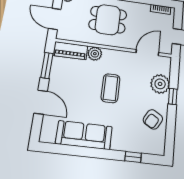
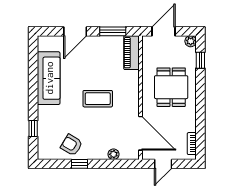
door: (147, 53) -> (140, 133), width x1.36
plant: (95, 54) -> (132, 78), removed
plant: (160, 84) -> (113, 154), width x0.53, depth x0.53
window: (173, 96) -> (79, 164), moved

